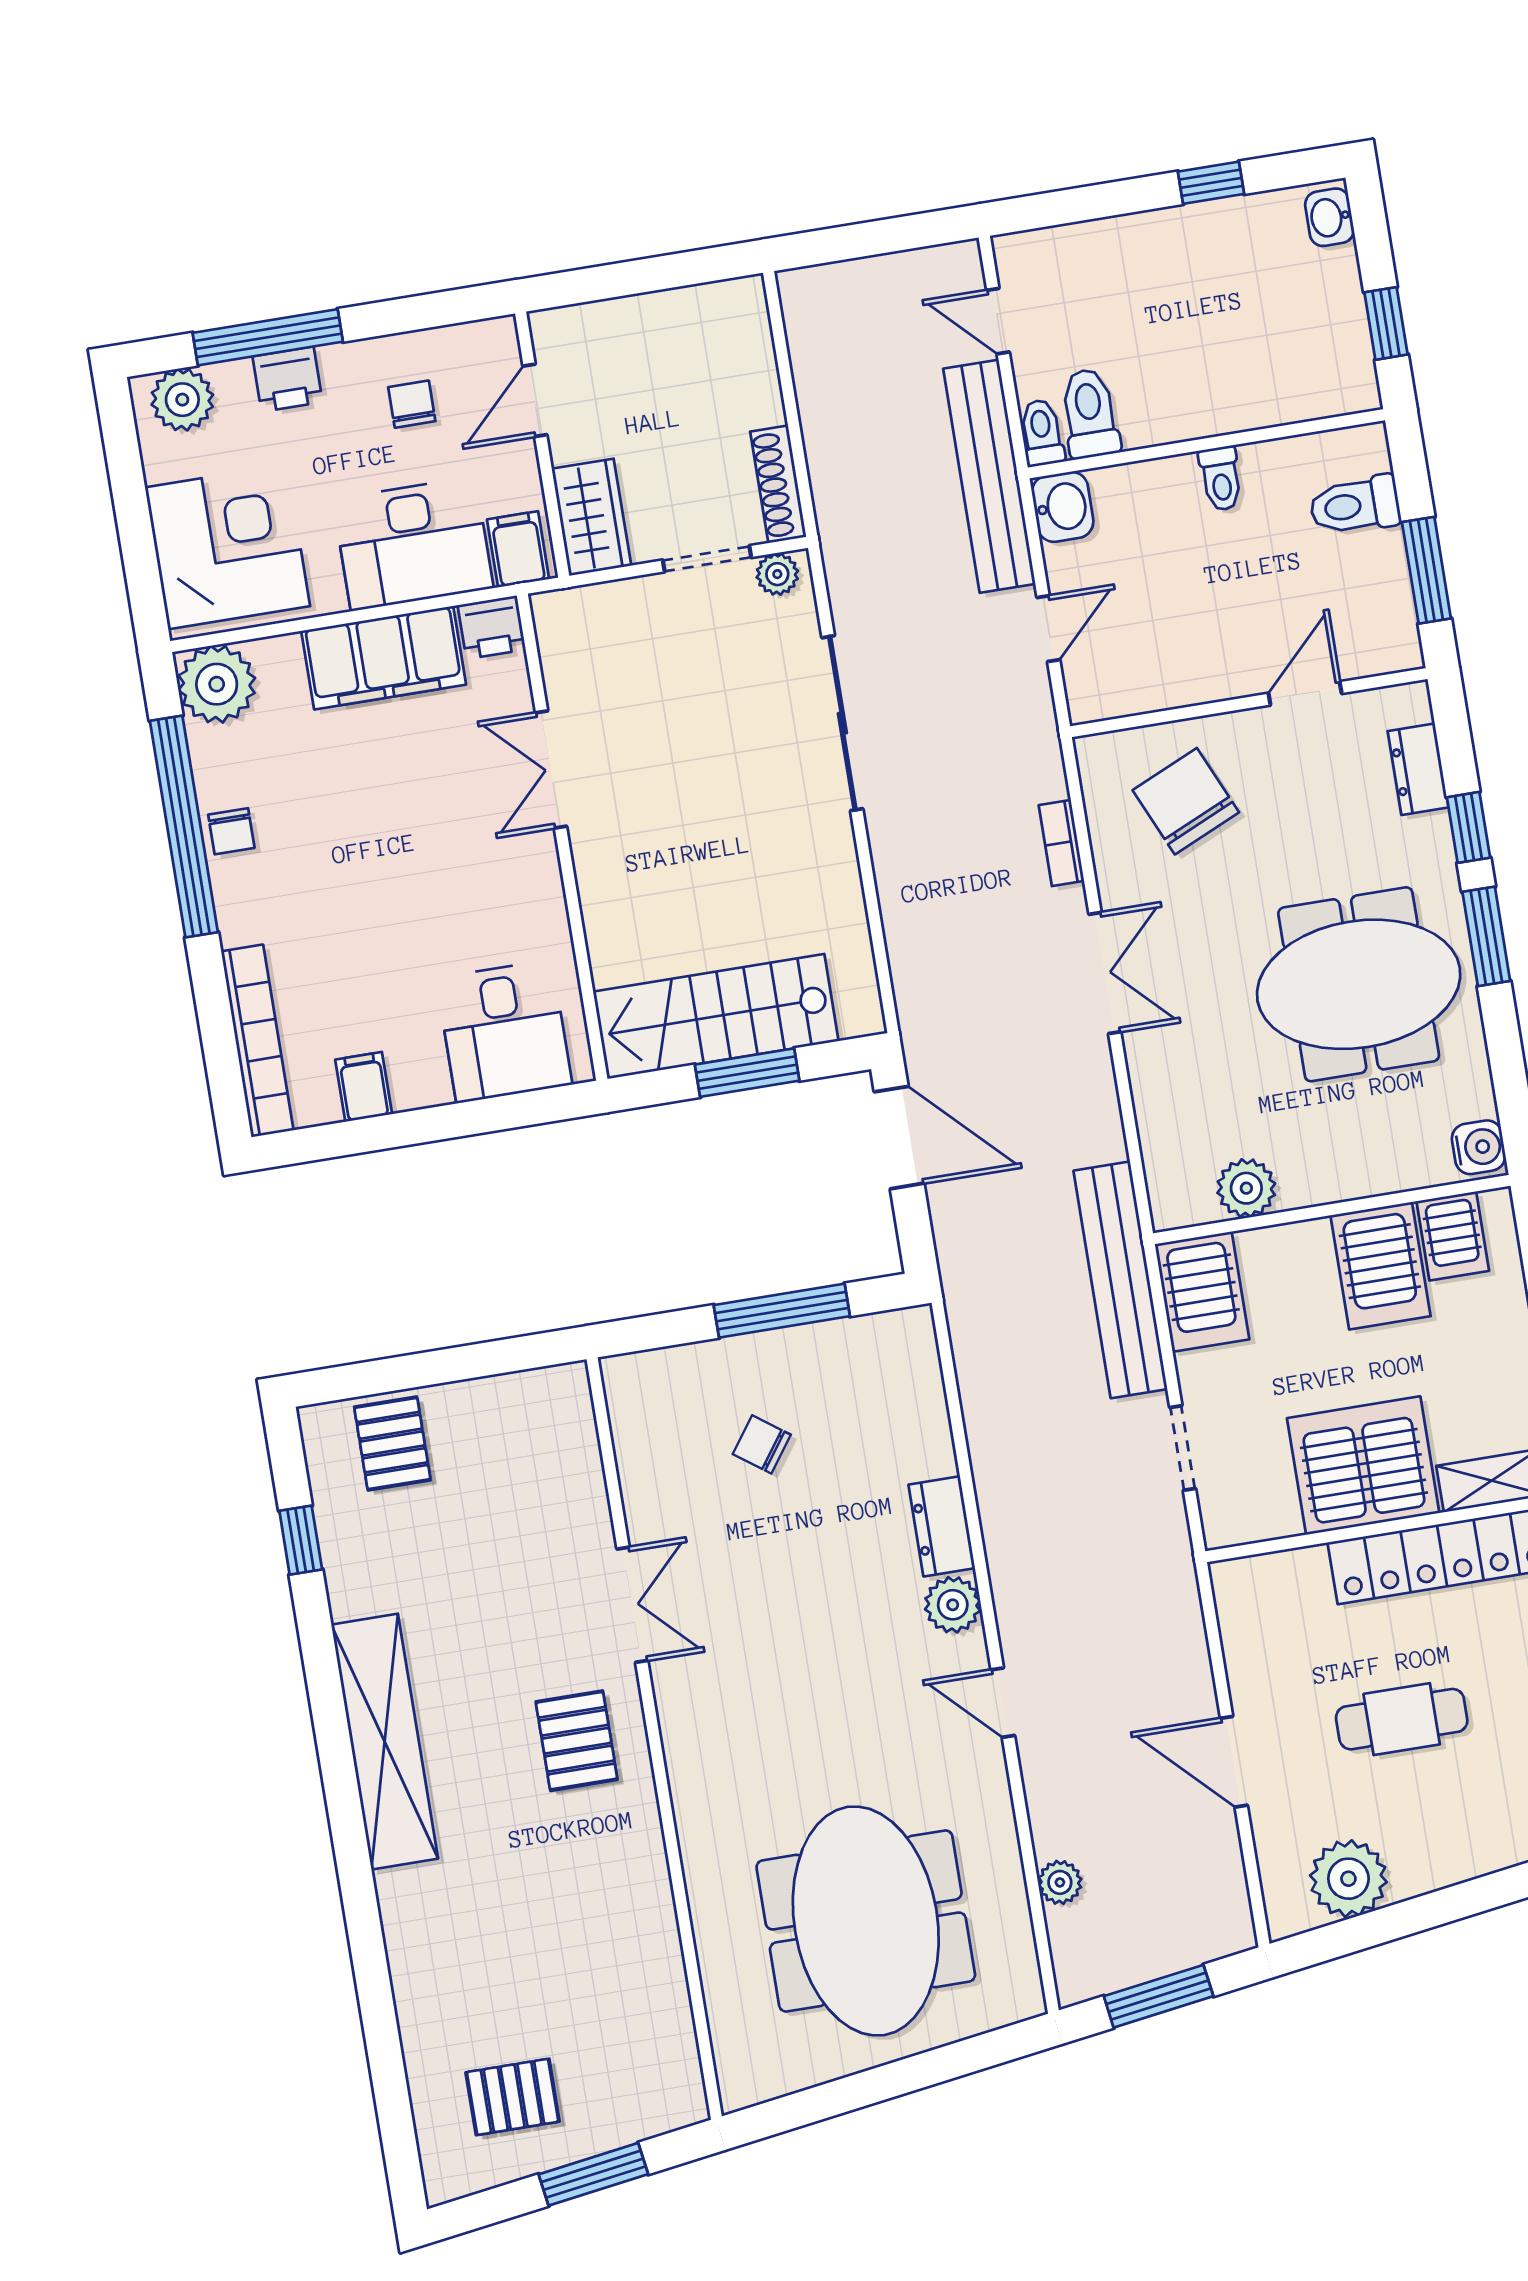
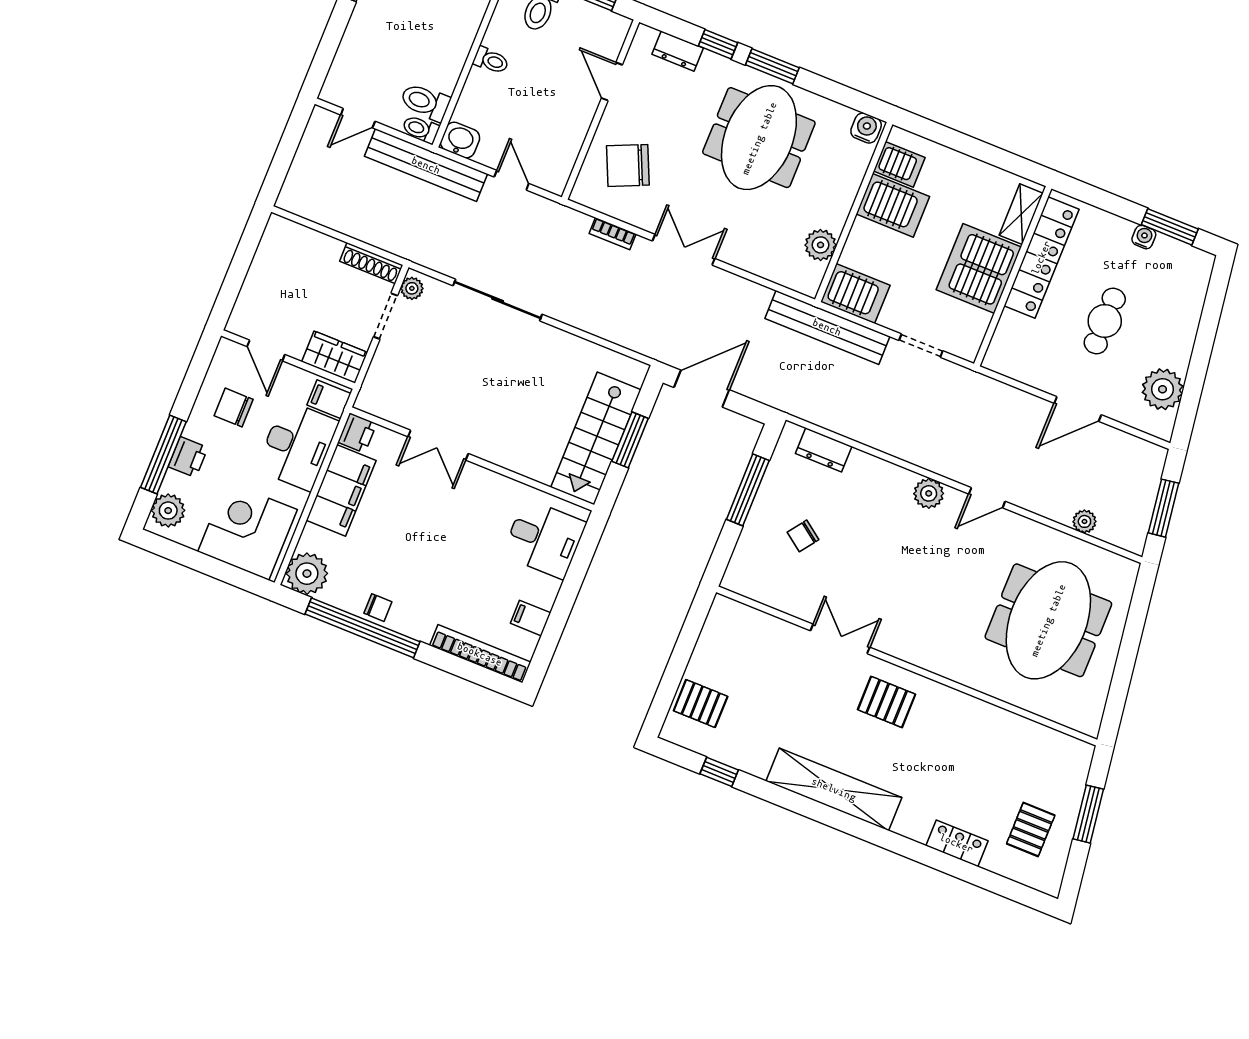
chair: (412, 404) -> (234, 408), width x1.37, depth x1.37
dresser: (942, 1526) -> (824, 450), moved
meeting table: (866, 1921) -> (1048, 620), turned 90
locker: (418, 1992) -> (957, 843), added

